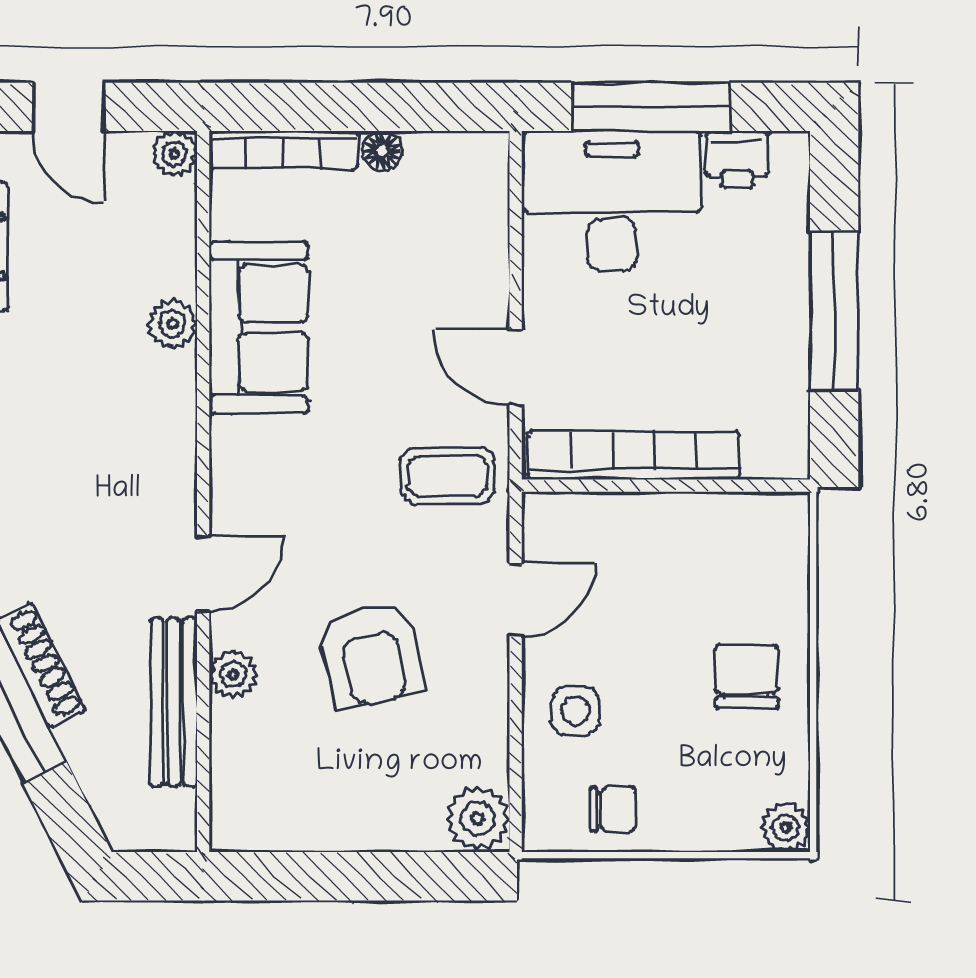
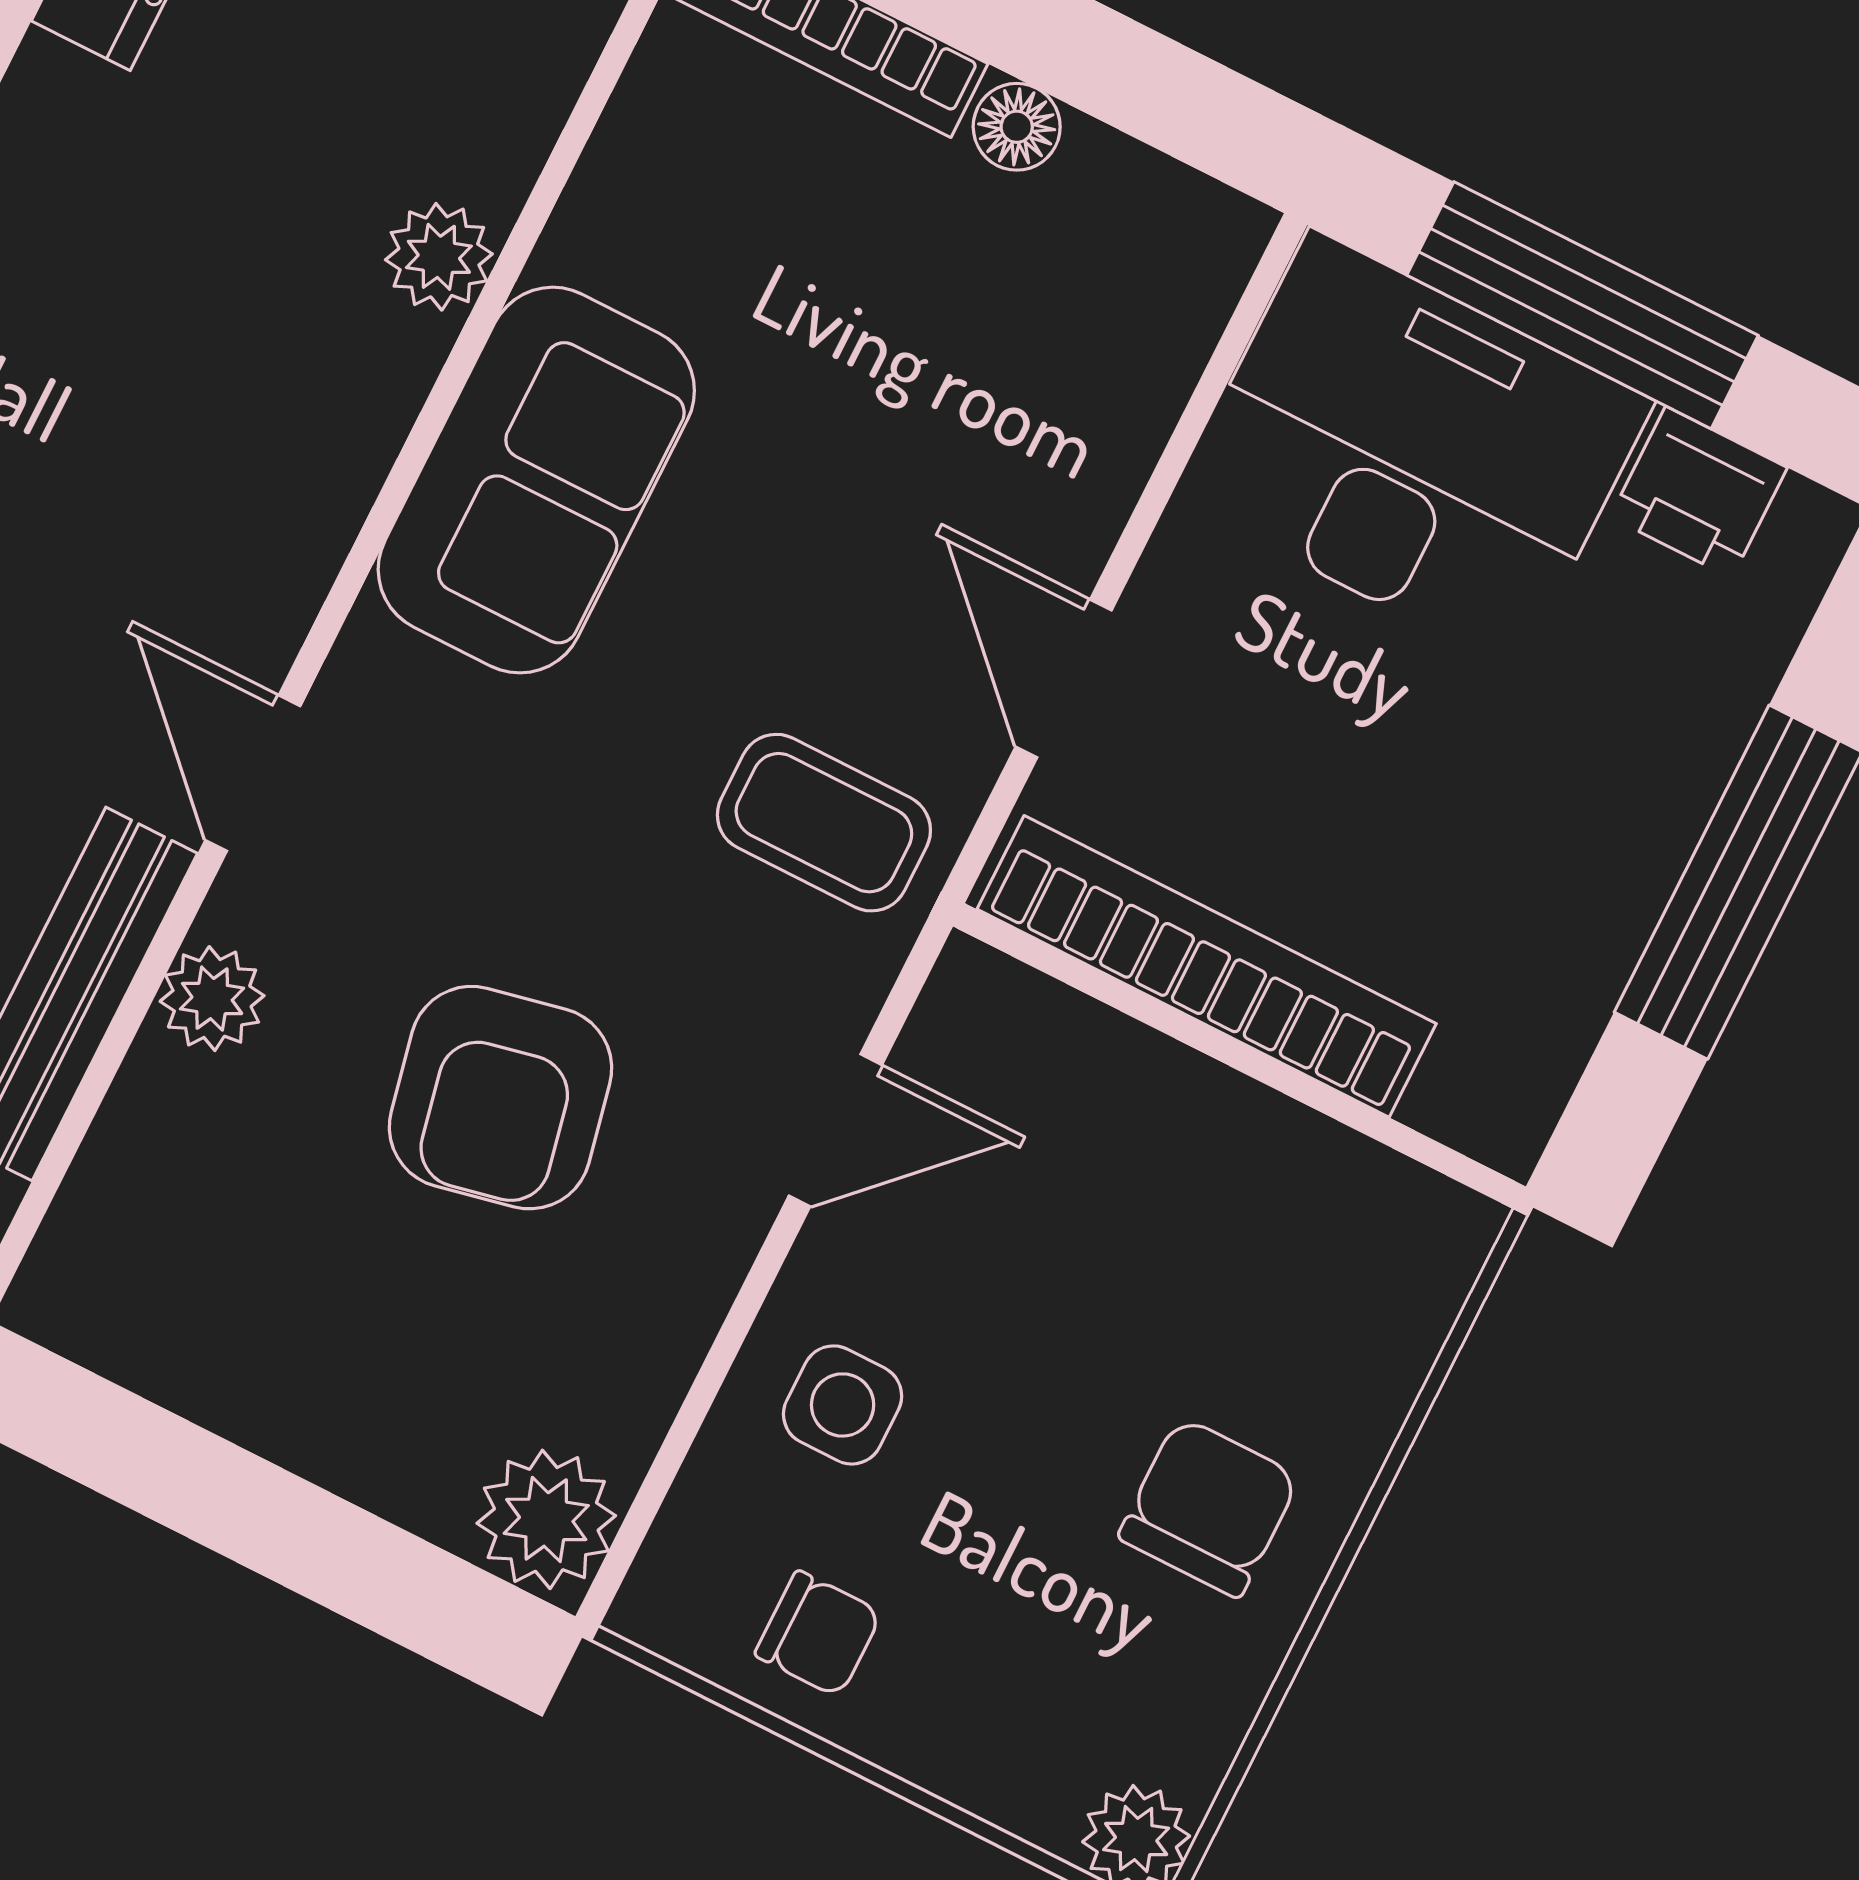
sofa: (259, 327) -> (536, 480), moved
door: (203, 574) -> (253, 773), swing flipped

